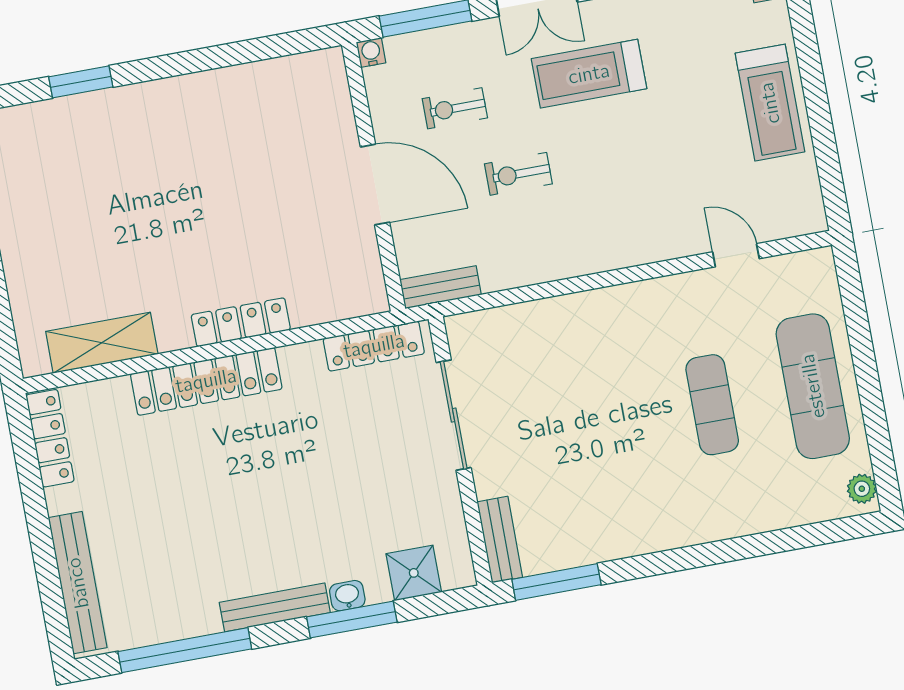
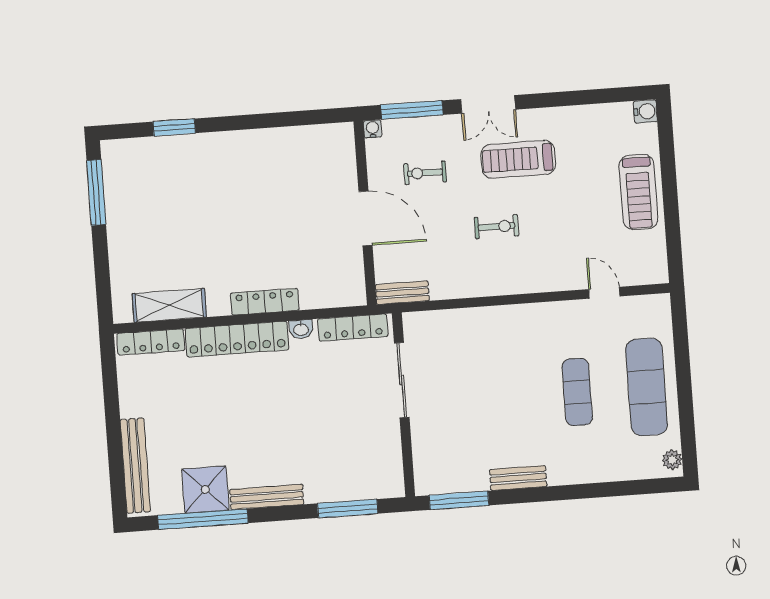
exercise bike: (518, 174) -> (496, 227), moved, turned 180
locker: (50, 438) -> (151, 342), moved, turned 90
bench: (500, 540) -> (518, 478), moved, turned 90
shower: (414, 573) -> (205, 489), moved, width x1.36, depth x1.36
washbasin: (347, 596) -> (301, 329), moved, turned 180
window: (352, 620) -> (348, 509), moved

